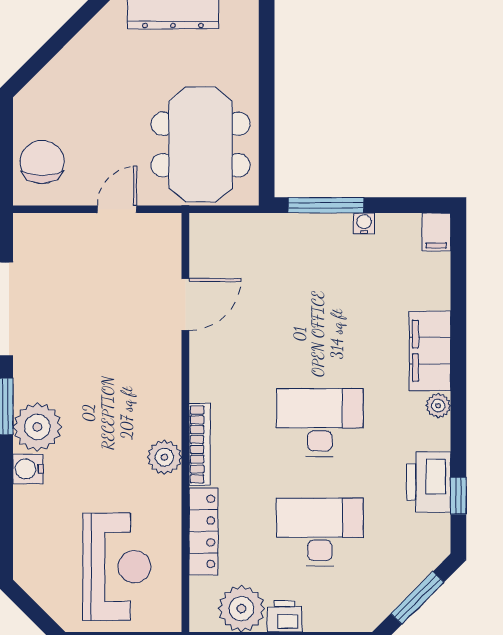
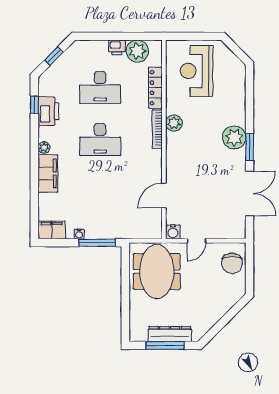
filing cabinet: (436, 232) -> (52, 230), width x2.00
water cooler: (28, 469) -> (173, 232), moved, turned 90
window: (417, 598) -> (54, 56), width x0.67

